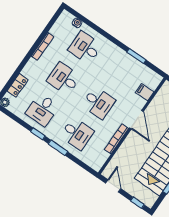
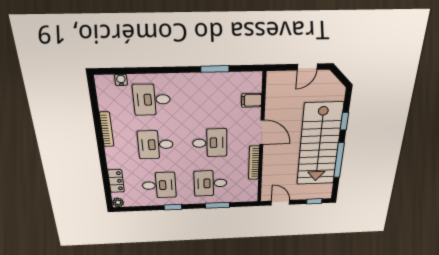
desk: (42, 110) -> (159, 185), turned -90
desk: (77, 134) -> (211, 183), turned 180
window: (58, 148) -> (217, 205), moved

